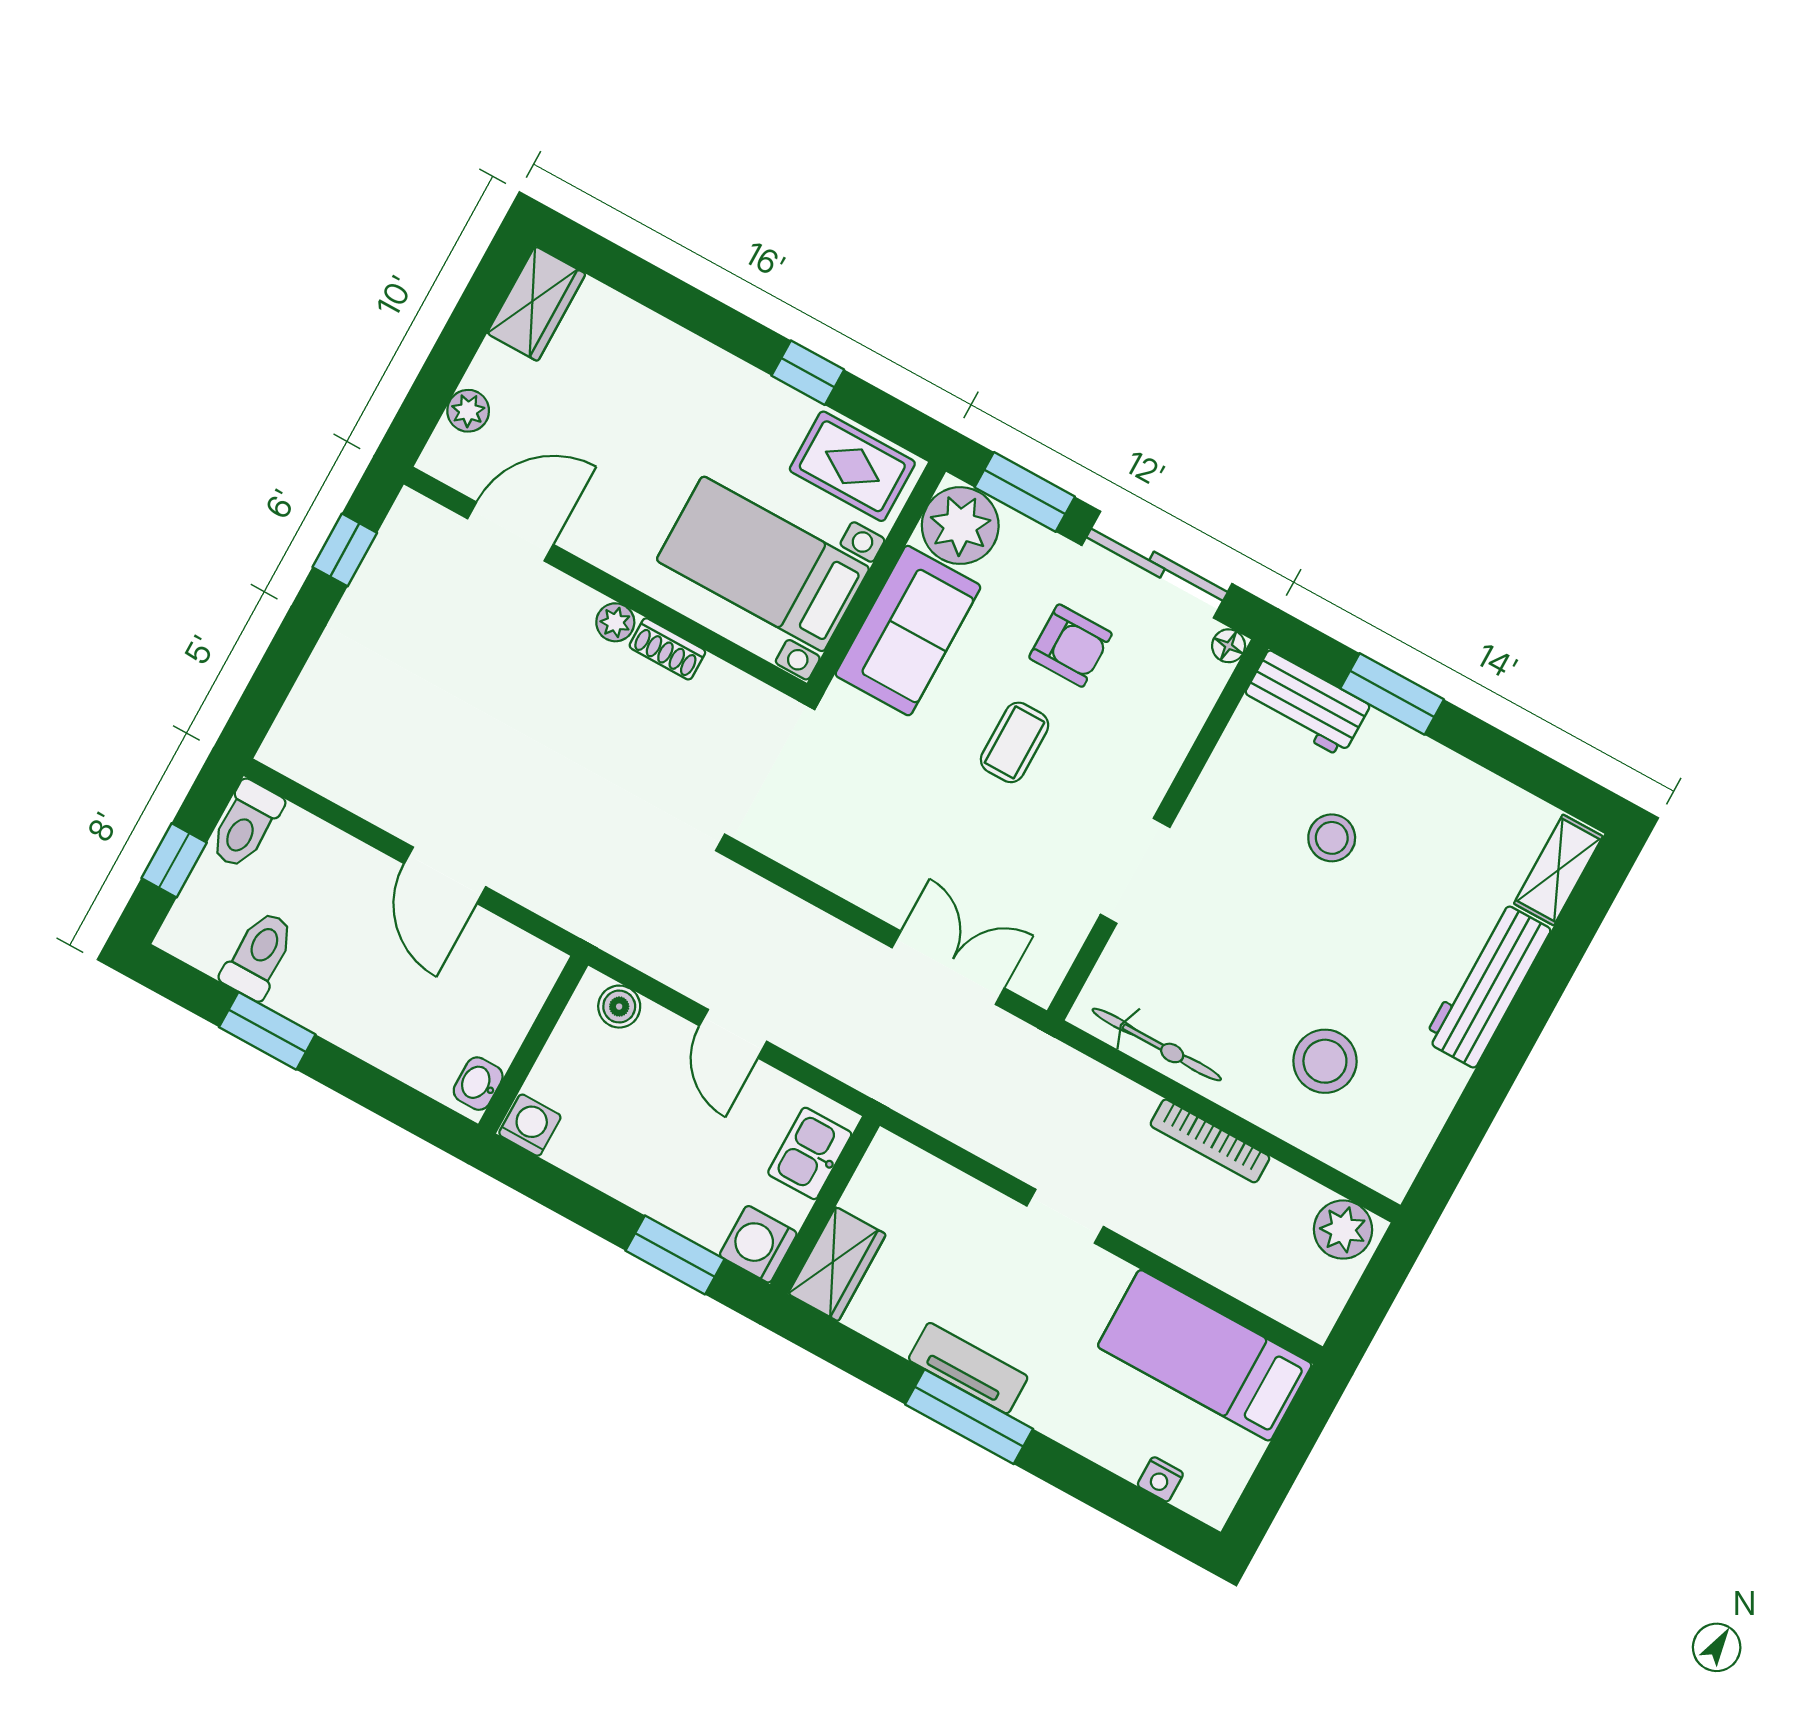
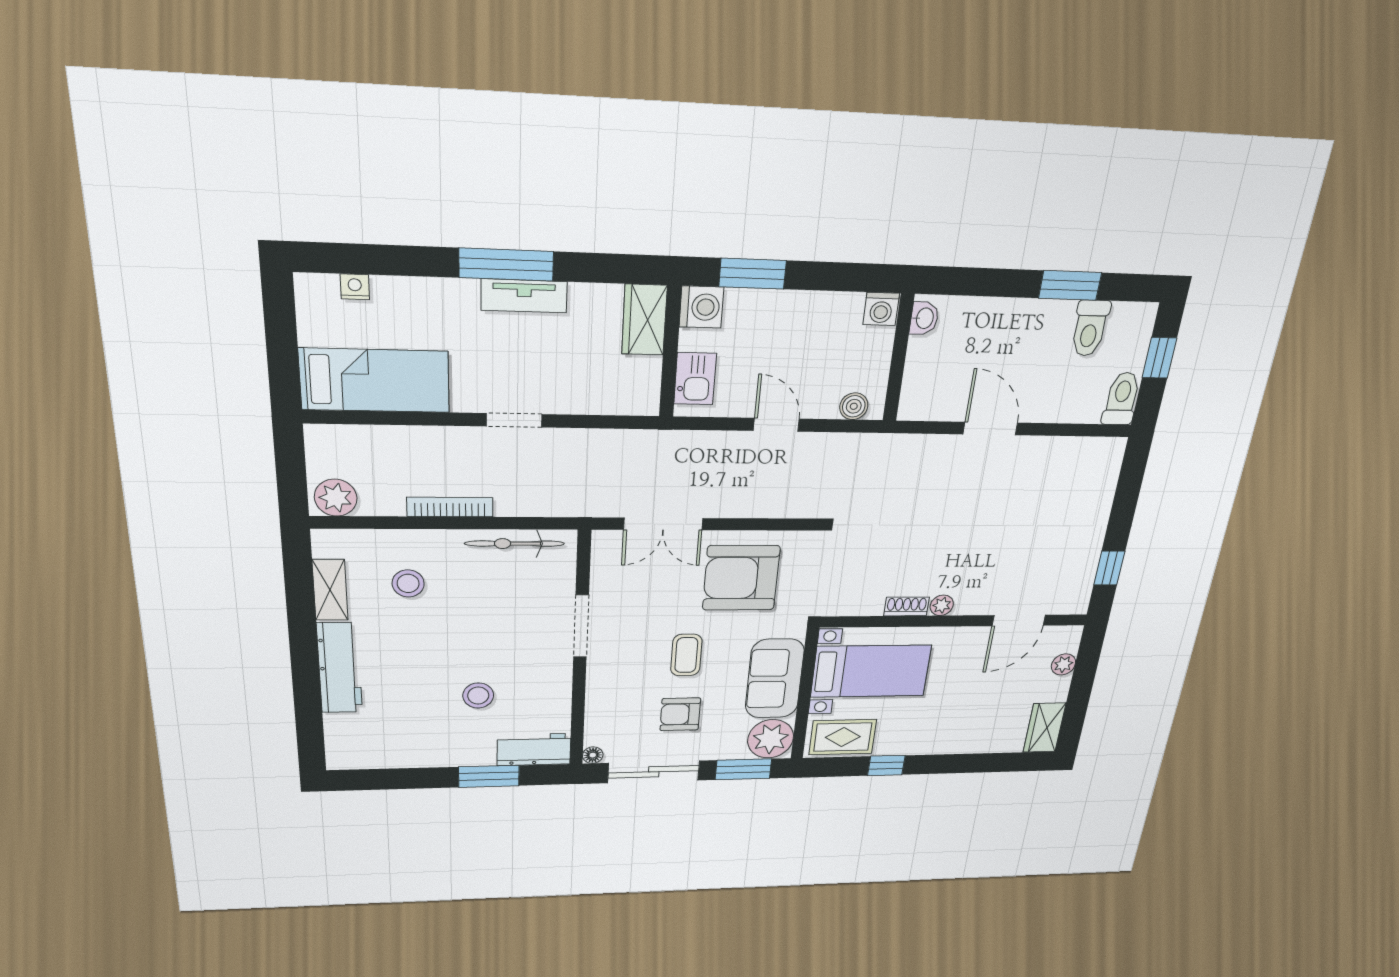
armchair: (882, 826) -> (741, 578), added
shelving: (1558, 870) -> (330, 590), moved
stool: (1325, 1061) -> (408, 583), width x0.73, depth x0.73

